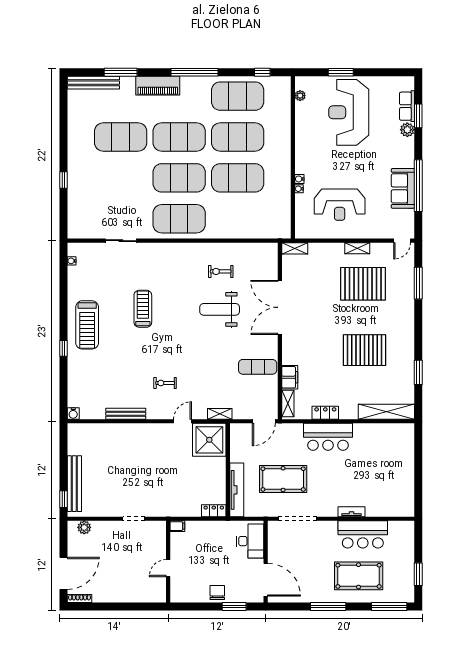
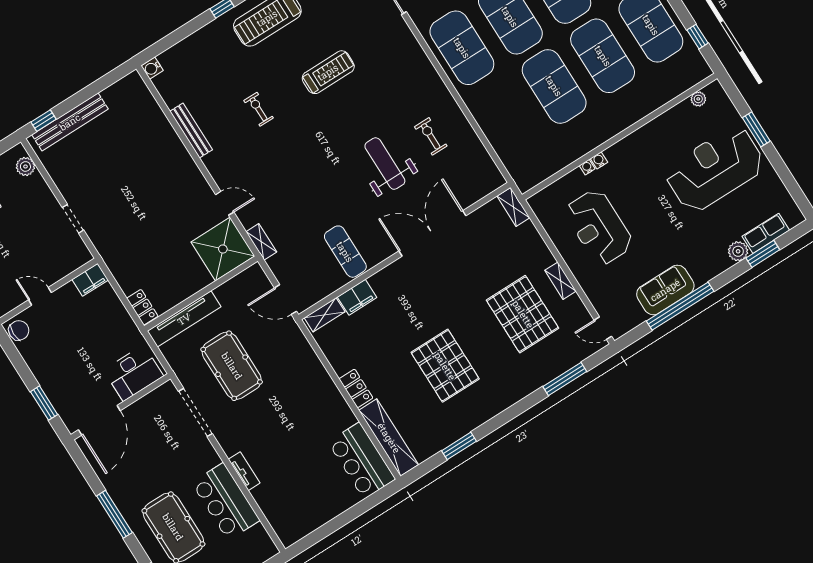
exercise bike: (165, 383) -> (259, 109), moved
locker: (325, 413) -> (356, 388), moved
bar counter: (328, 437) -> (362, 461), moved
filing cabinet: (177, 526) -> (90, 280), width x2.00
chair: (217, 592) -> (19, 330), moved

